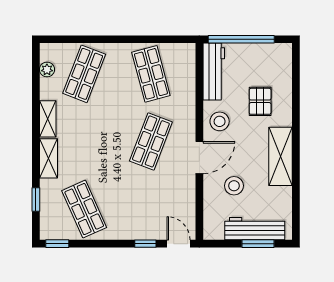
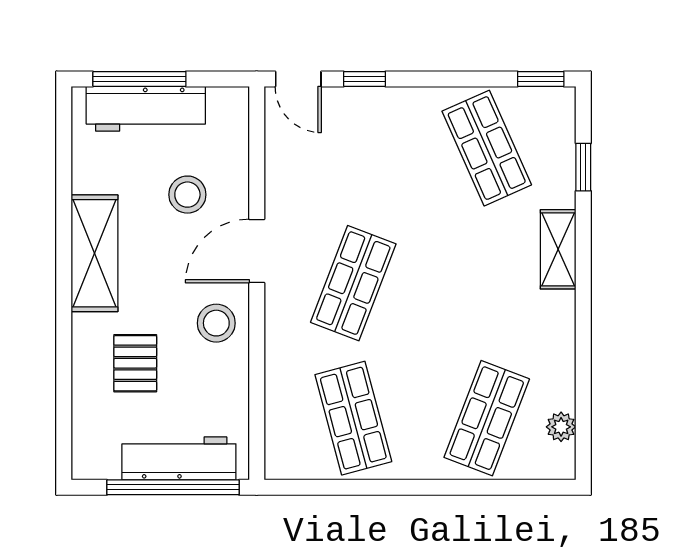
workbench: (214, 72) -> (179, 458), moved, turned 90
shelving: (48, 119) -> (560, 328), removed
window: (258, 244) -> (139, 79), width x1.44

